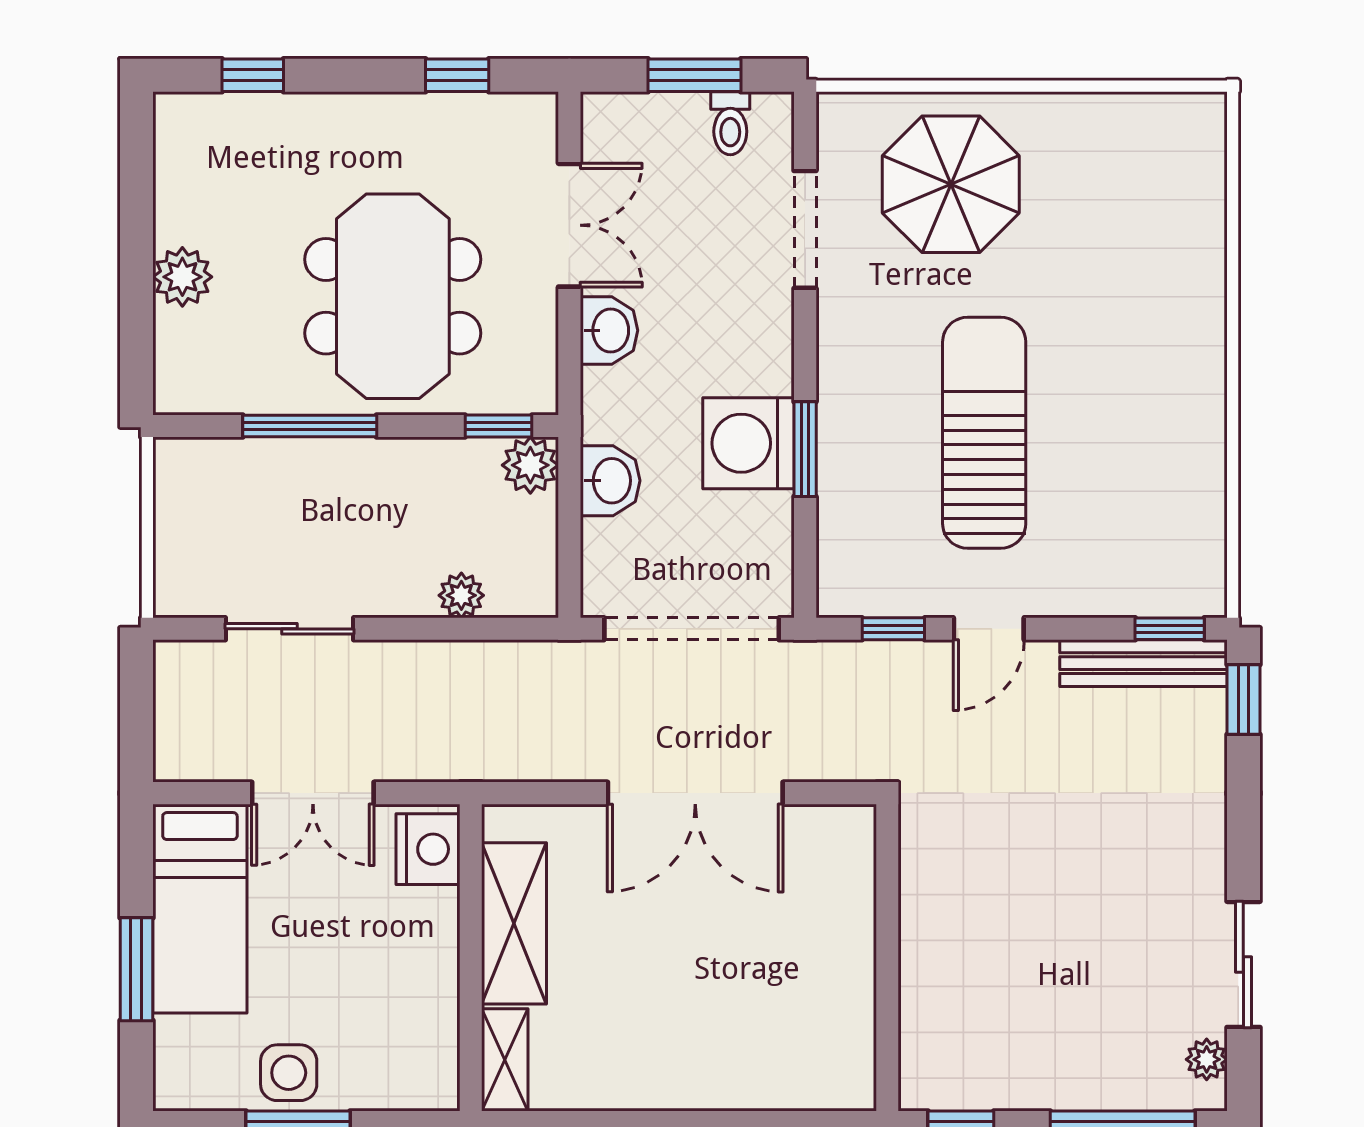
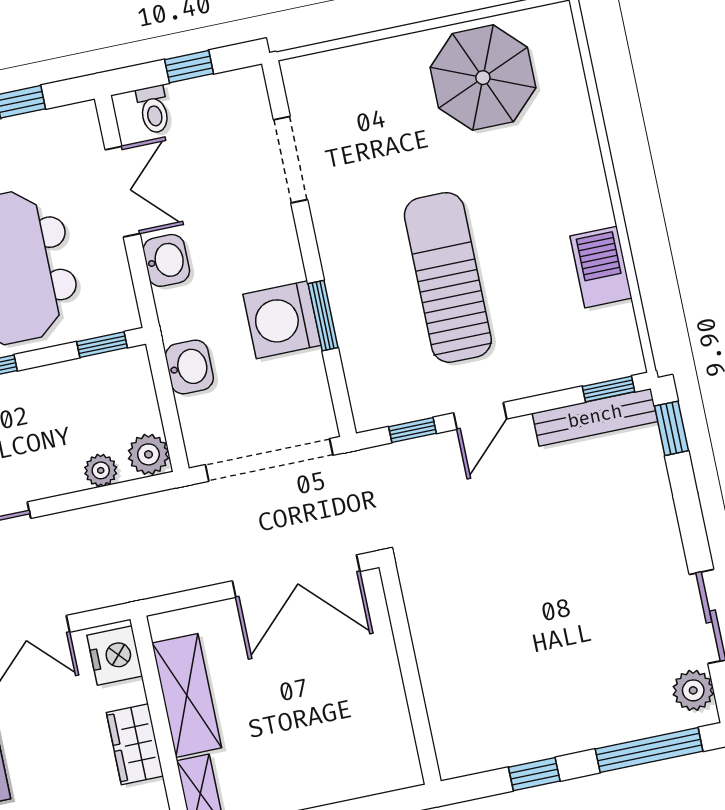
window: (694, 75) -> (189, 67), width x0.67
toilet: (730, 123) -> (154, 110), moved
parasol: (951, 184) -> (483, 78), moved
barbecue: (1194, 462) -> (601, 267), added
plant: (530, 465) -> (148, 454), moved
wall: (887, 958) -> (410, 674), moved
wardrobe: (430, 974) -> (135, 744), added
plant: (1207, 1059) -> (693, 690), width x1.38, depth x1.38

